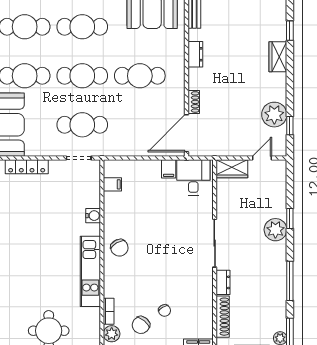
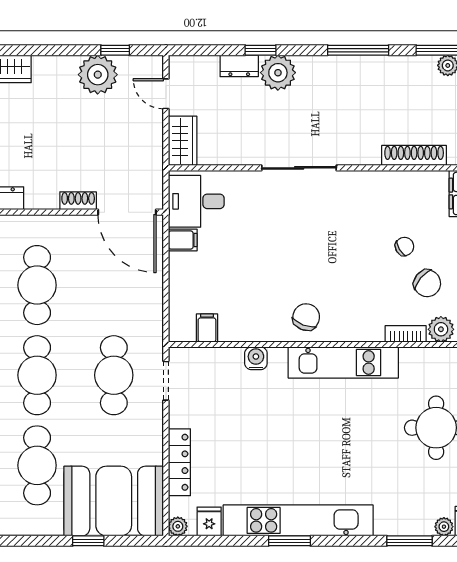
chair: (119, 248) -> (306, 317), turned -40
dresser: (223, 282) -> (239, 66), moved, turned 180

